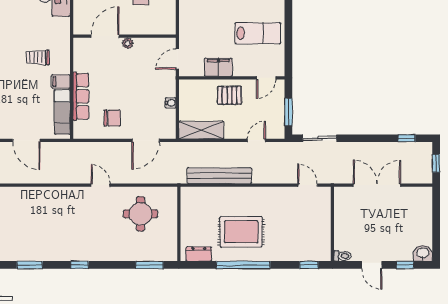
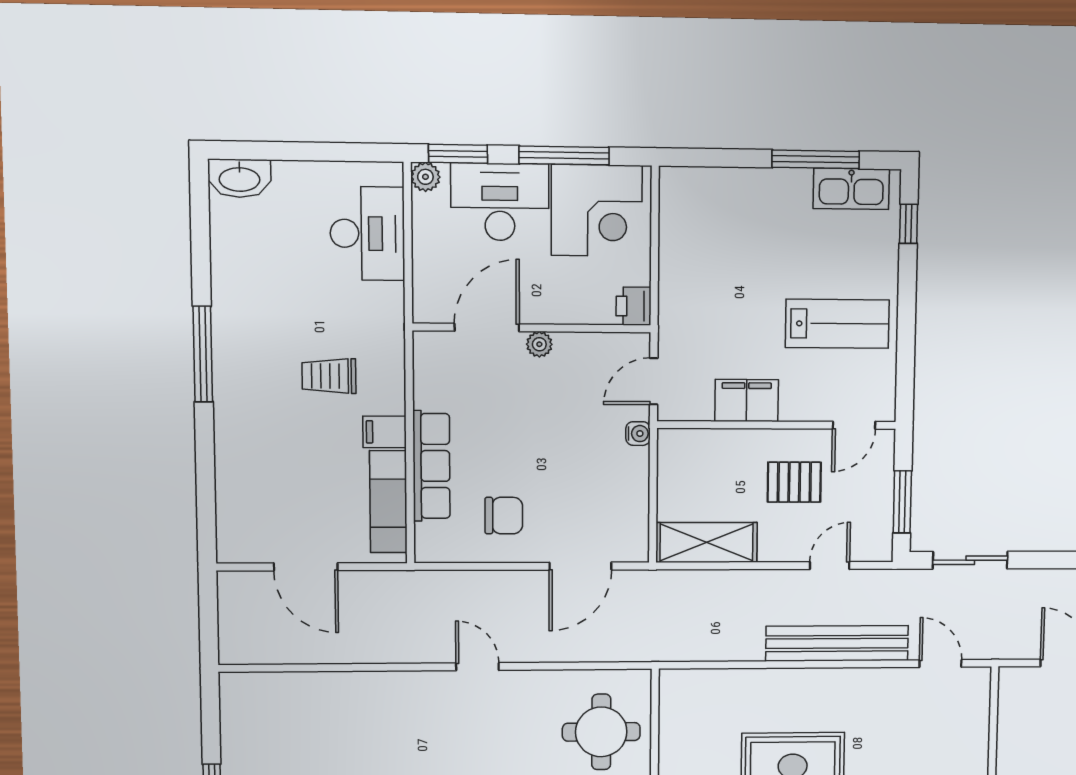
printer: (168, 26) -> (634, 306), added
pallet: (230, 95) -> (794, 482), moved
water cooler: (171, 103) -> (638, 434), moved
bench: (219, 176) -> (837, 643), moved
round table: (140, 214) -> (601, 732), moved

